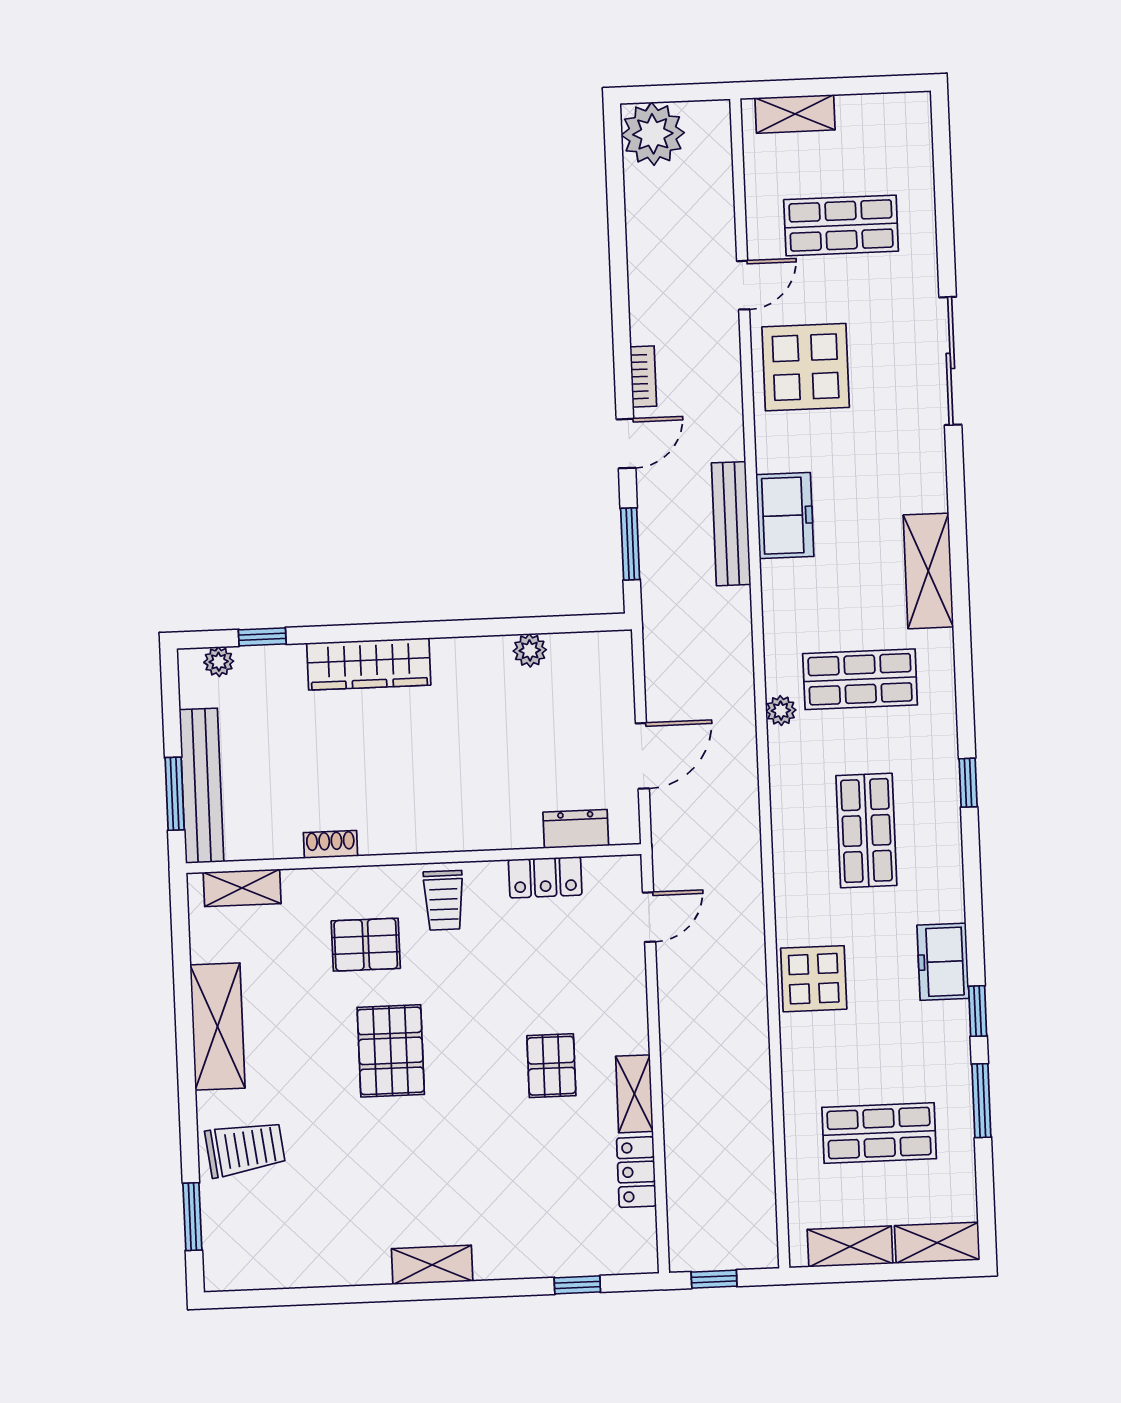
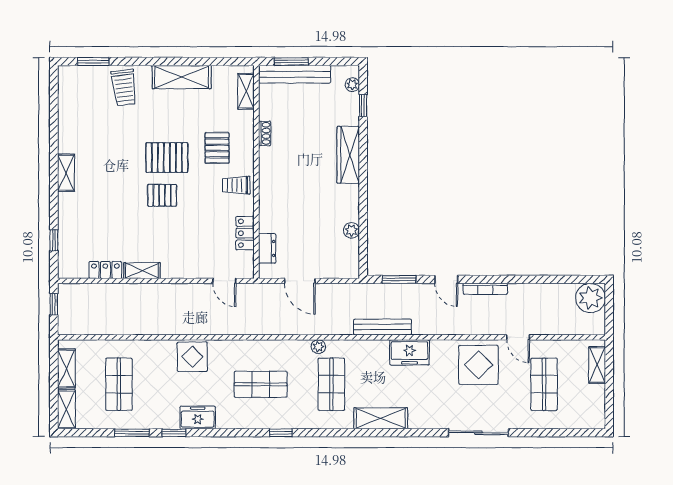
bookcase: (643, 376) -> (485, 289), width x1.56
bench: (731, 524) -> (383, 327), moved
pallet: (551, 1066) -> (162, 195), moved

